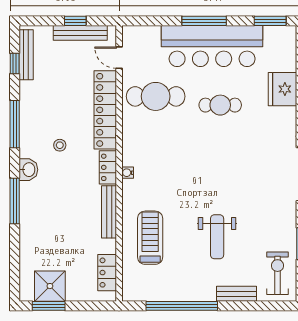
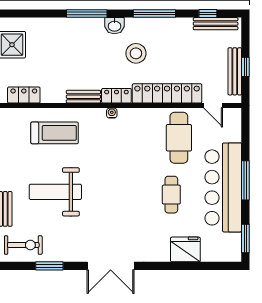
door: (119, 58) -> (213, 106), swing flipped
stool: (60, 145) -> (136, 53), width x1.89, depth x1.89
bench: (109, 212) -> (83, 97), width x0.73
weight bench: (217, 237) -> (55, 192), width x1.36, depth x1.33

